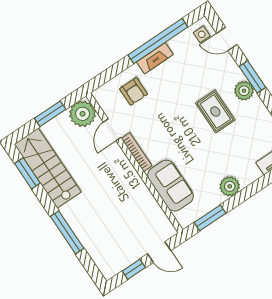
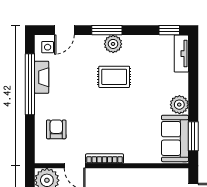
fireplace: (155, 58) -> (42, 77), moved
armchair: (134, 91) -> (56, 129), turned -90
sofa: (170, 186) -> (175, 138), moved, turned -90

